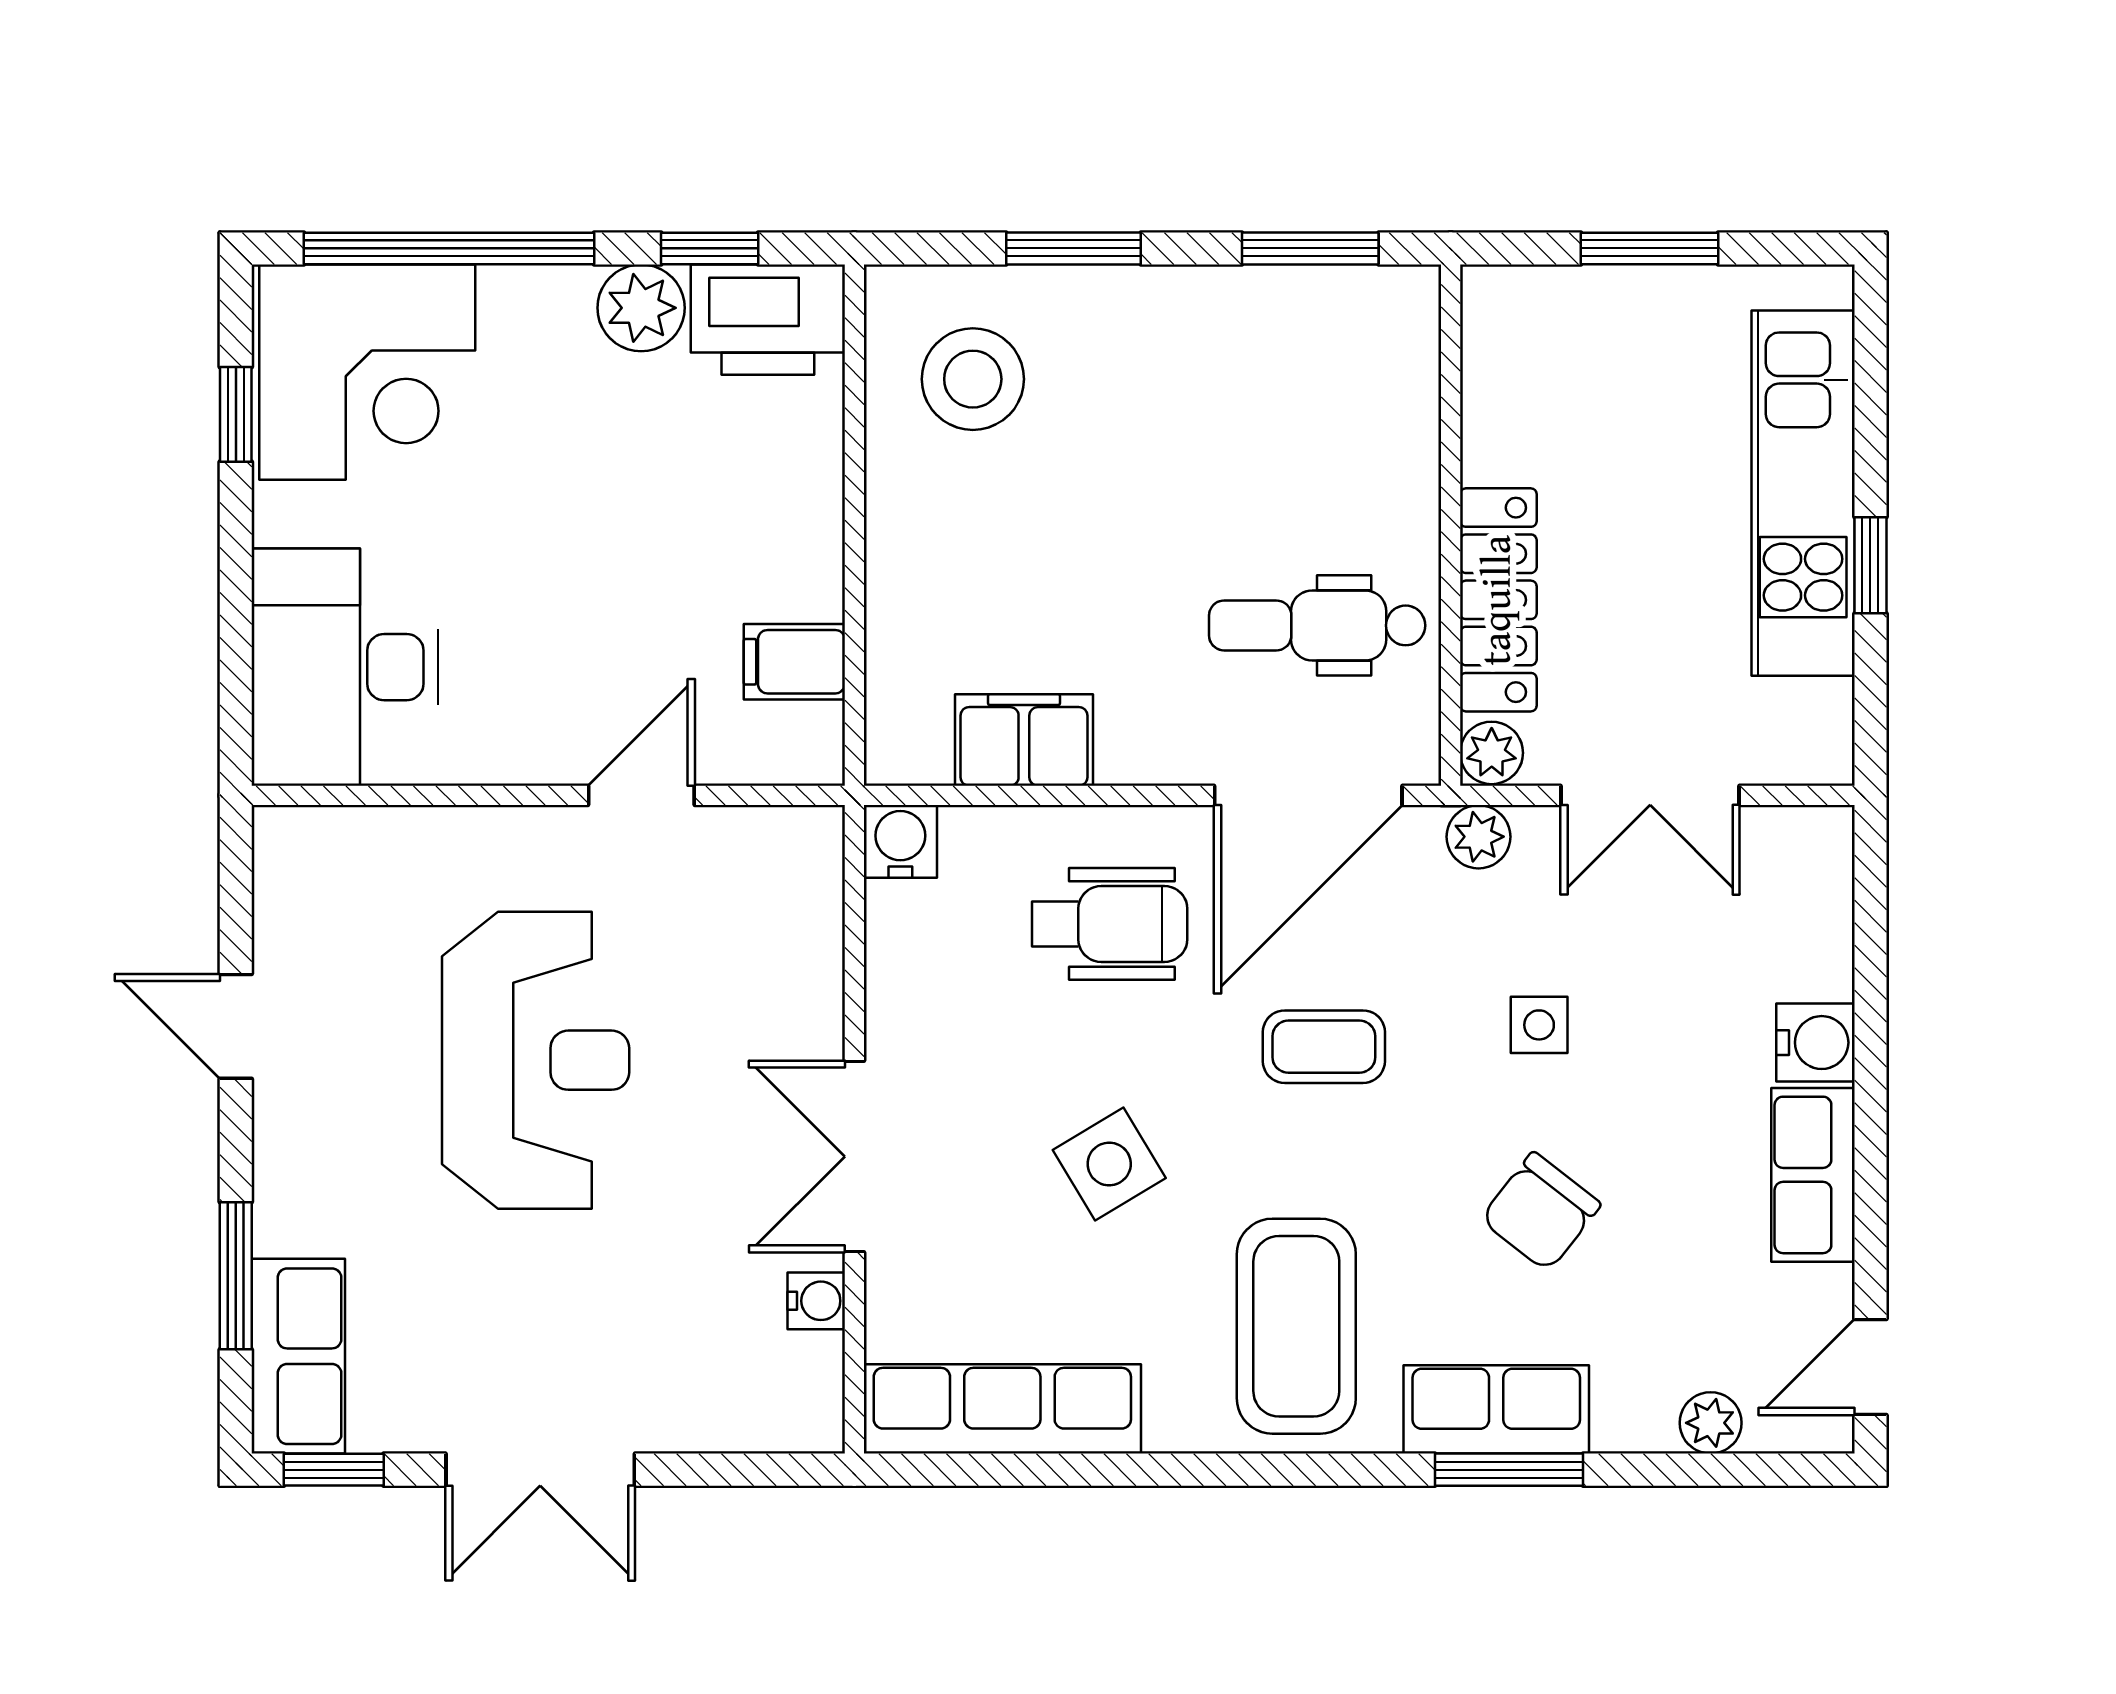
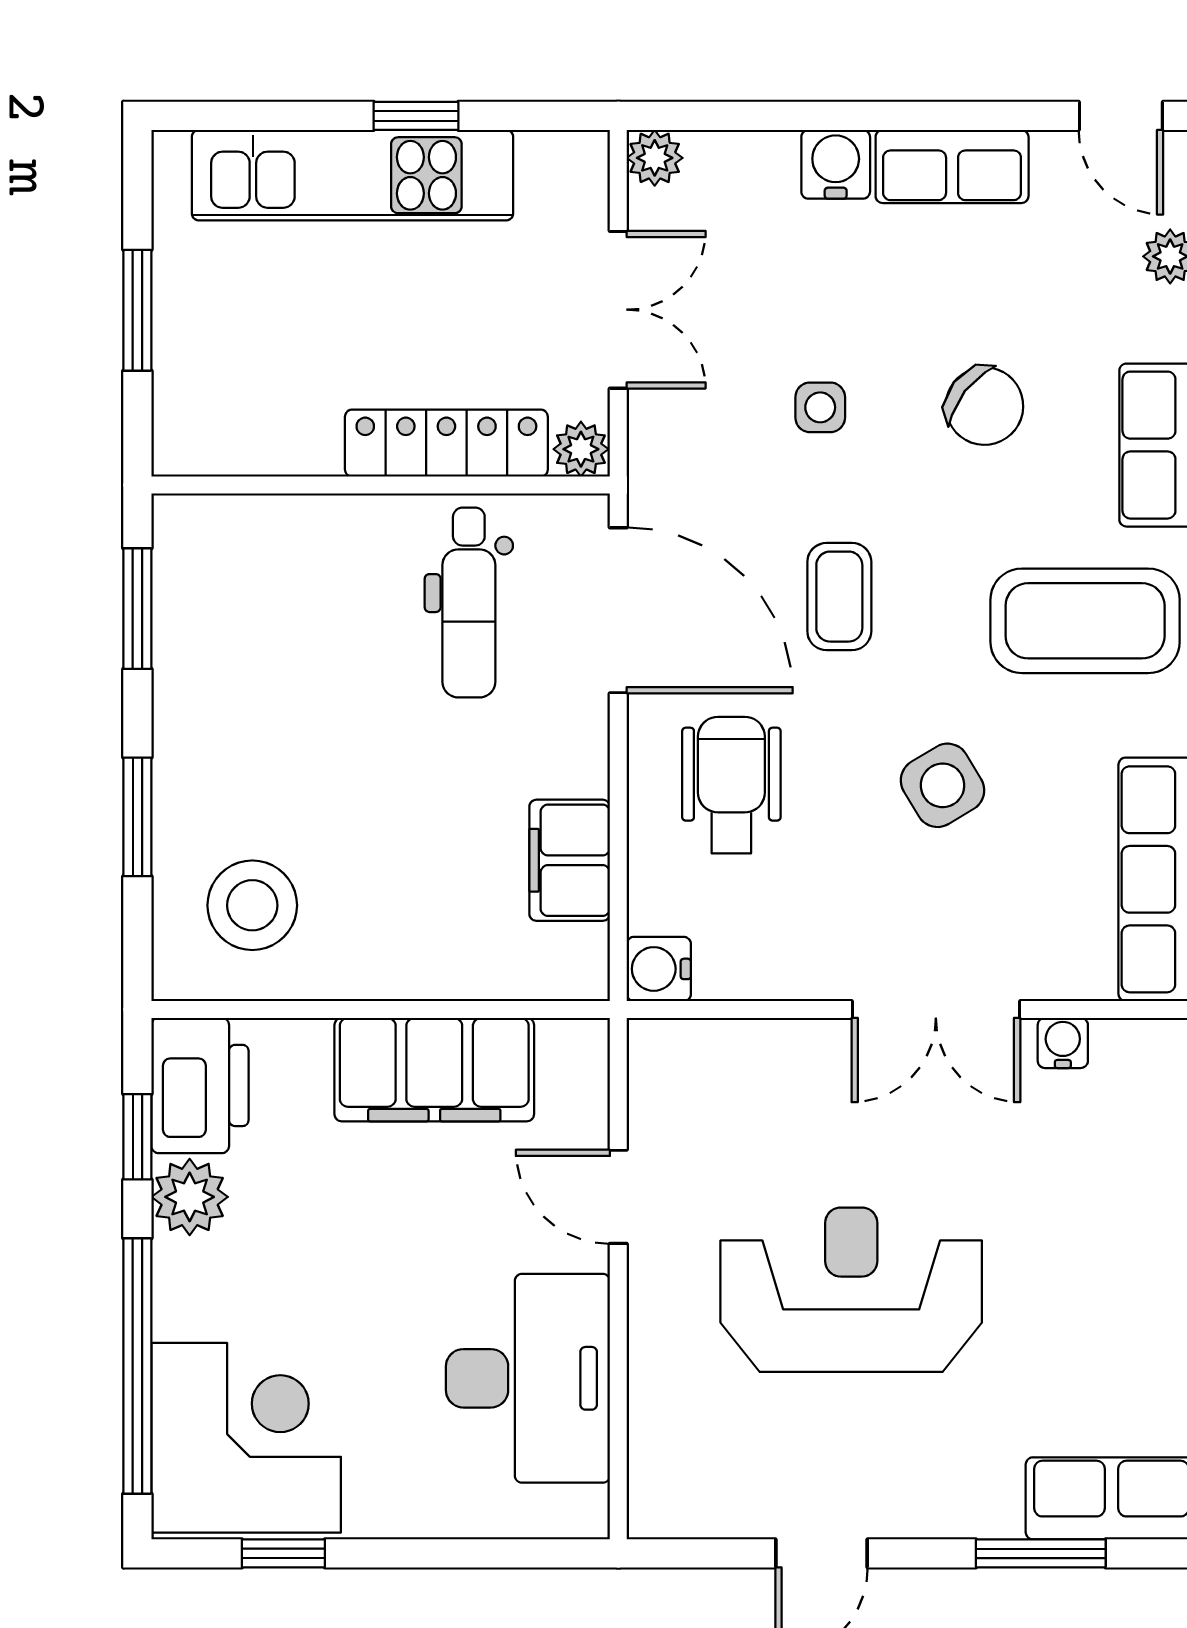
filing cabinet: (794, 662) -> (434, 1070), width x3.00, depth x1.17
desk: (345, 667) -> (528, 1378), moved, turned -90
plant: (1478, 837) -> (655, 158), moved

